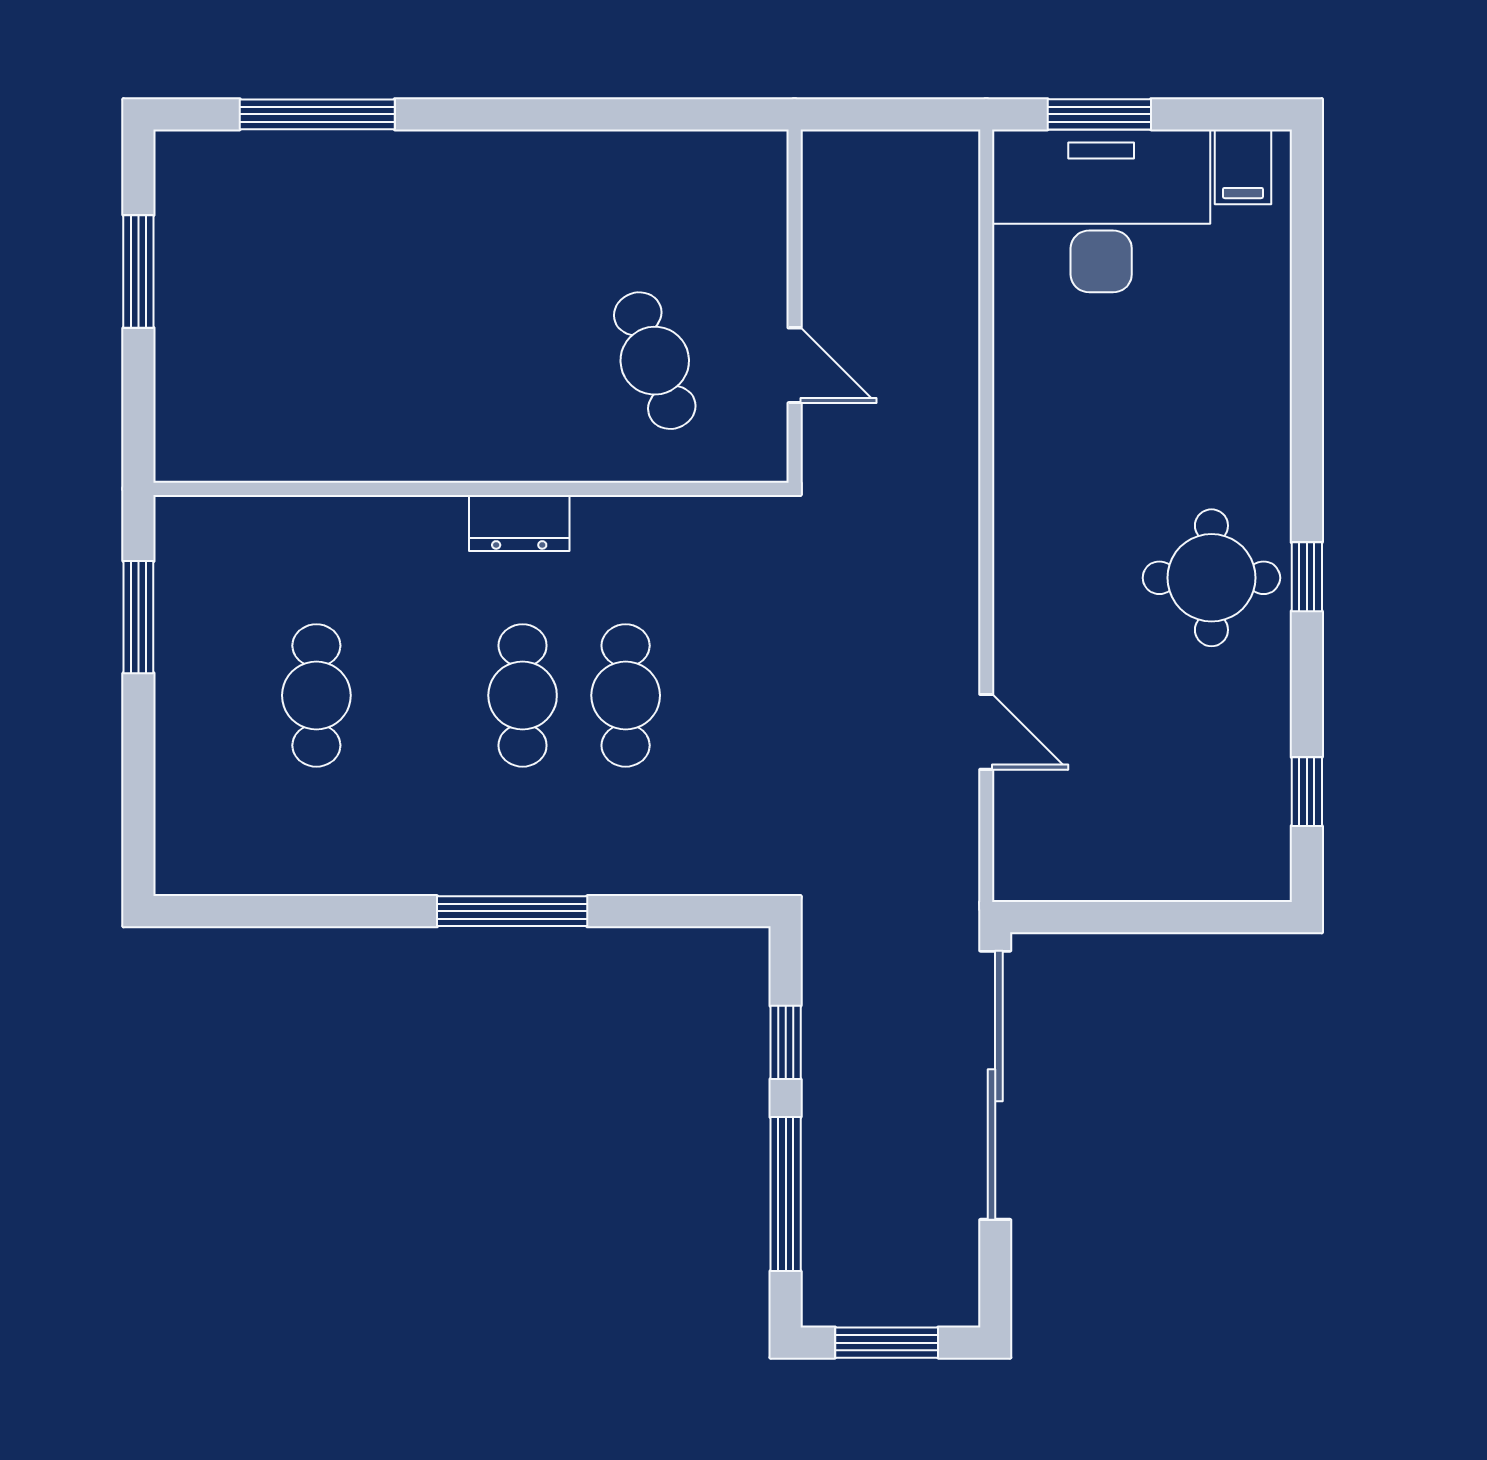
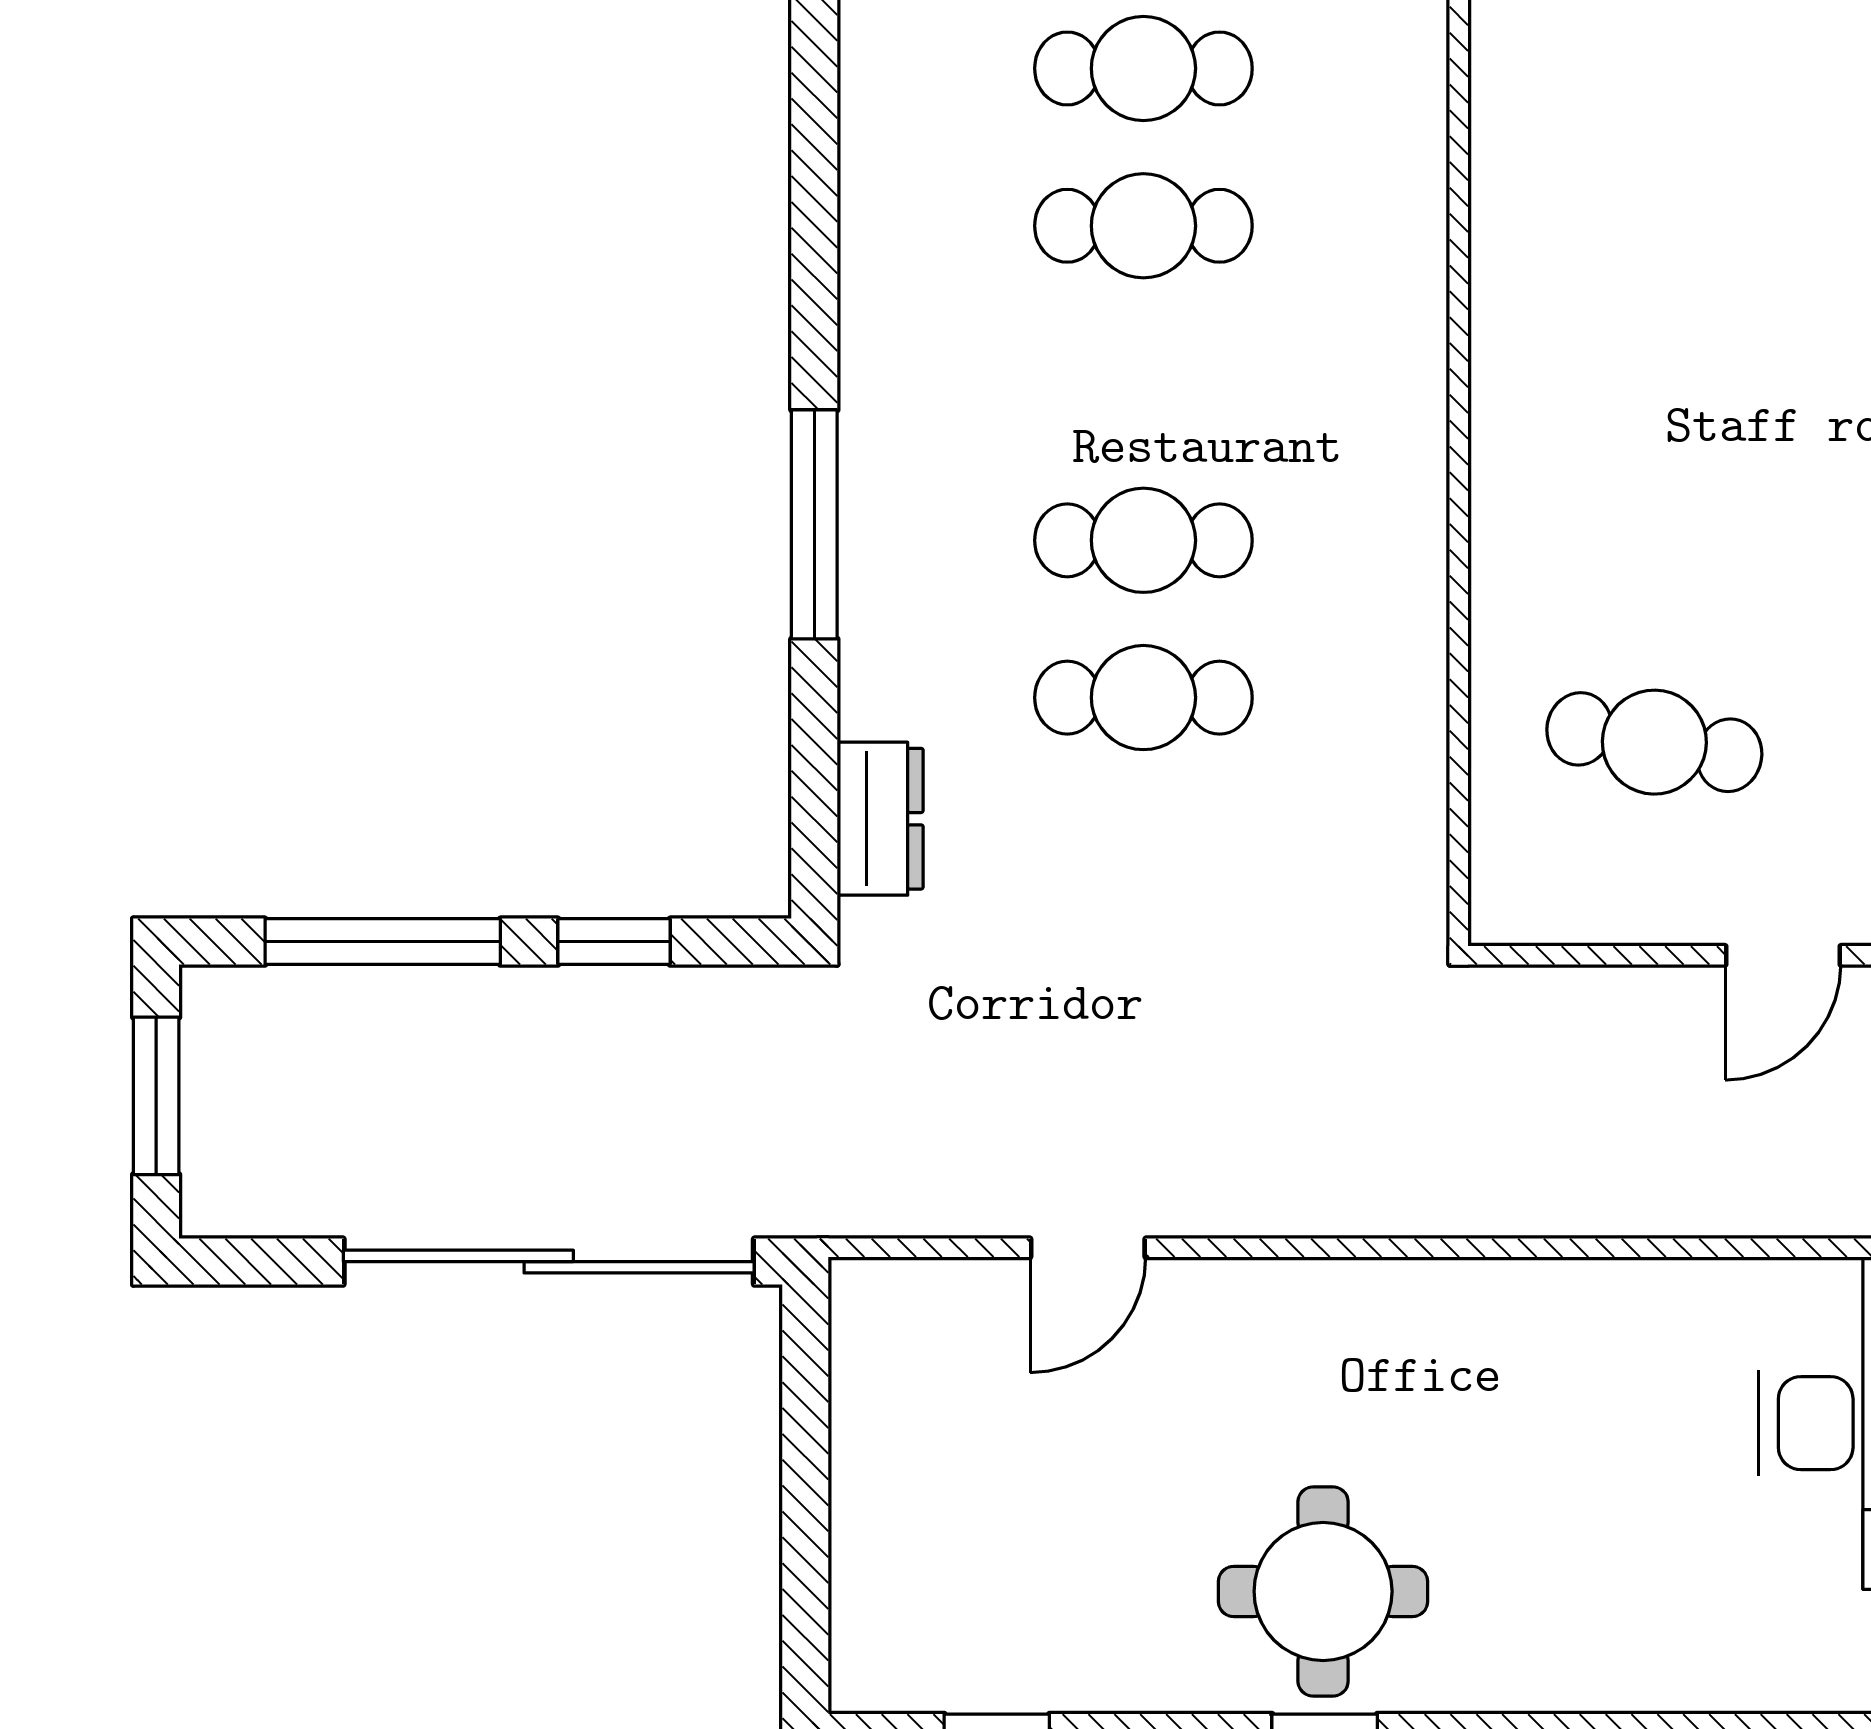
cafe table: (655, 361) -> (1654, 742), turned 30
door: (795, 365) -> (1783, 955), moved
dresser: (519, 523) -> (880, 819), moved, turned 180
cafe table: (213, 695) -> (1143, 68), added

